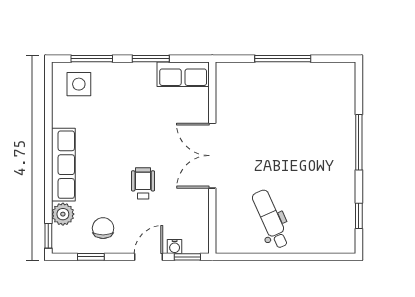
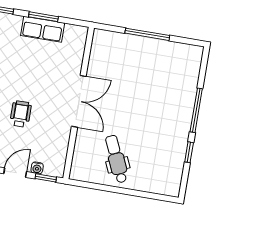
row of seats: (183, 74) -> (43, 29), moved
double door: (212, 156) -> (79, 101), swing flipped
window: (359, 216) -> (189, 152), moved

